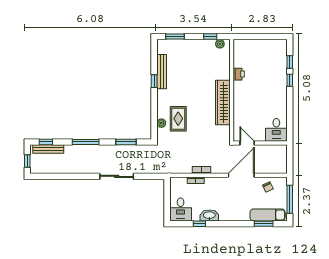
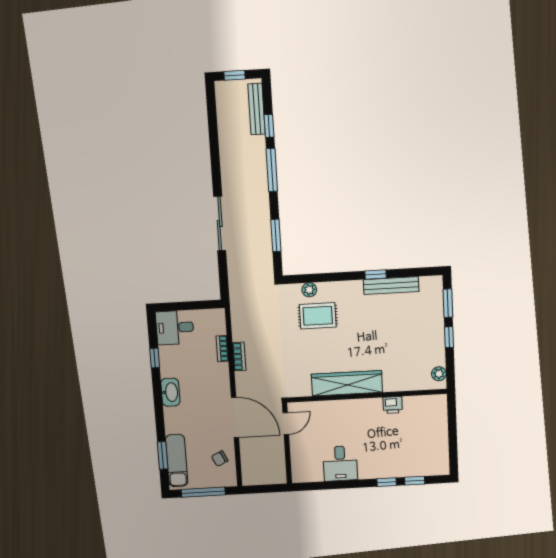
window: (210, 37) -> (449, 337), moved
desk: (276, 130) -> (340, 463), moved, turned -90
window: (46, 142) -> (269, 126), moved
washbasin: (209, 215) -> (170, 392), moved

